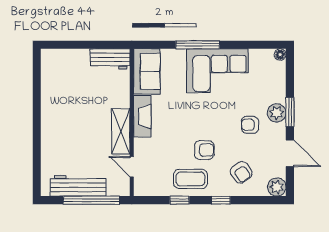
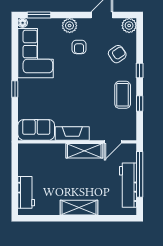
window: (198, 45) -> (15, 89), width x0.46
workbench: (110, 59) -> (26, 192), moved
corner sofa: (217, 71) -> (36, 53), moved
window: (290, 112) -> (39, 15), moved
shelving: (50, 125) -> (79, 208), added
armchair: (204, 150) -> (99, 84), removed

